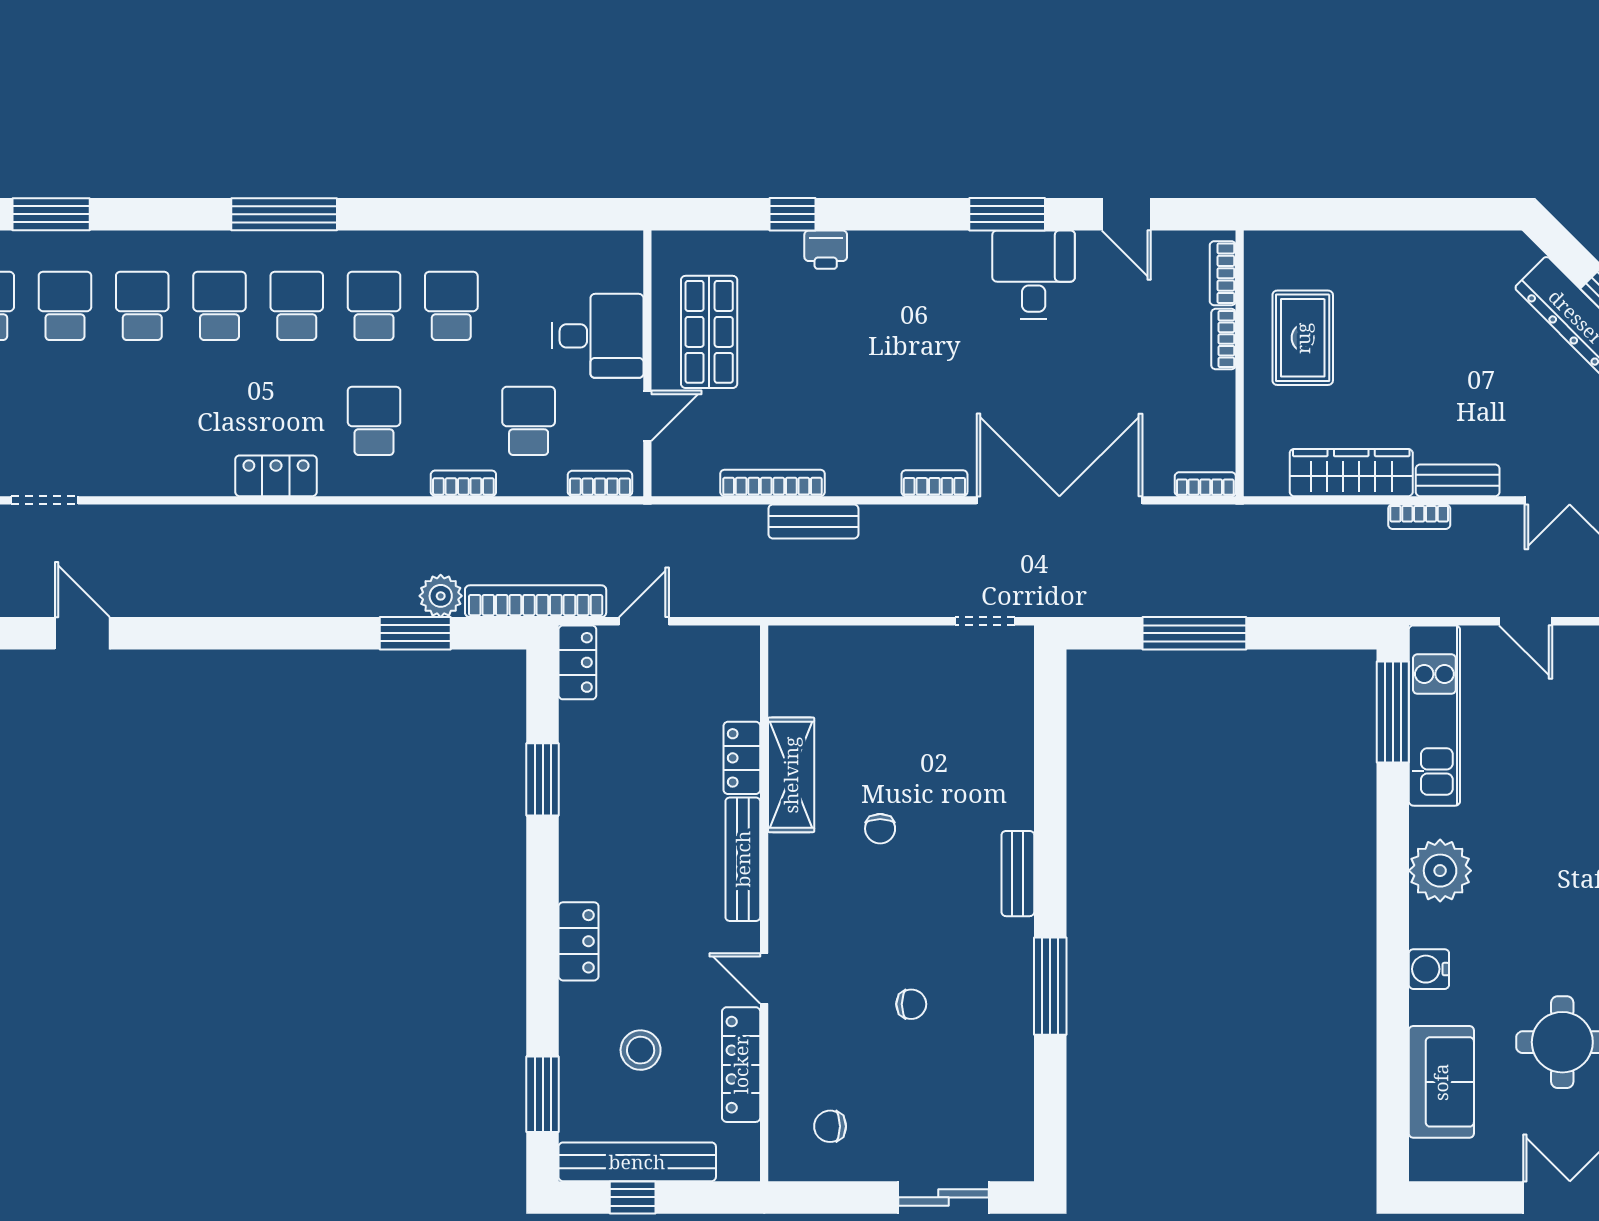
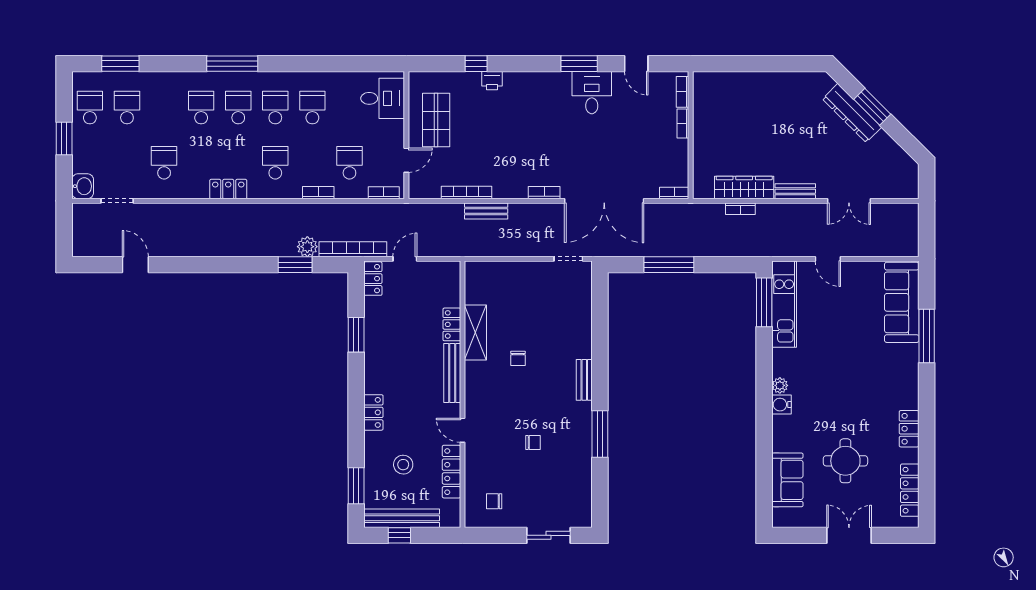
school desk: (142, 306) -> (164, 163), moved
desk: (598, 336) -> (383, 98), moved
rug: (1303, 338) -> (721, 123), removed
double door: (1059, 500) -> (604, 201), swing flipped
bookcase: (1419, 517) -> (740, 209), moved
plant: (1440, 871) -> (780, 385), width x0.53, depth x0.53
water cooler: (1429, 969) -> (781, 405), moved

